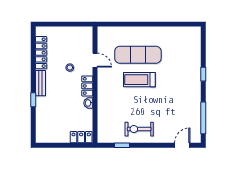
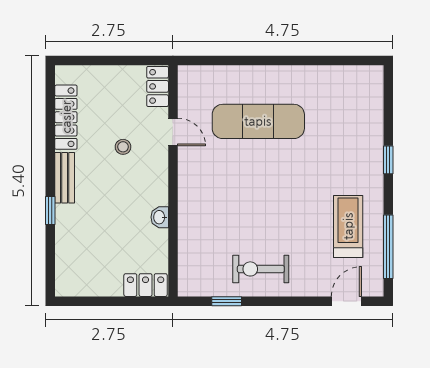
treadmill: (139, 80) -> (348, 226), moved, turned 90
locker: (87, 86) -> (158, 86), moved

